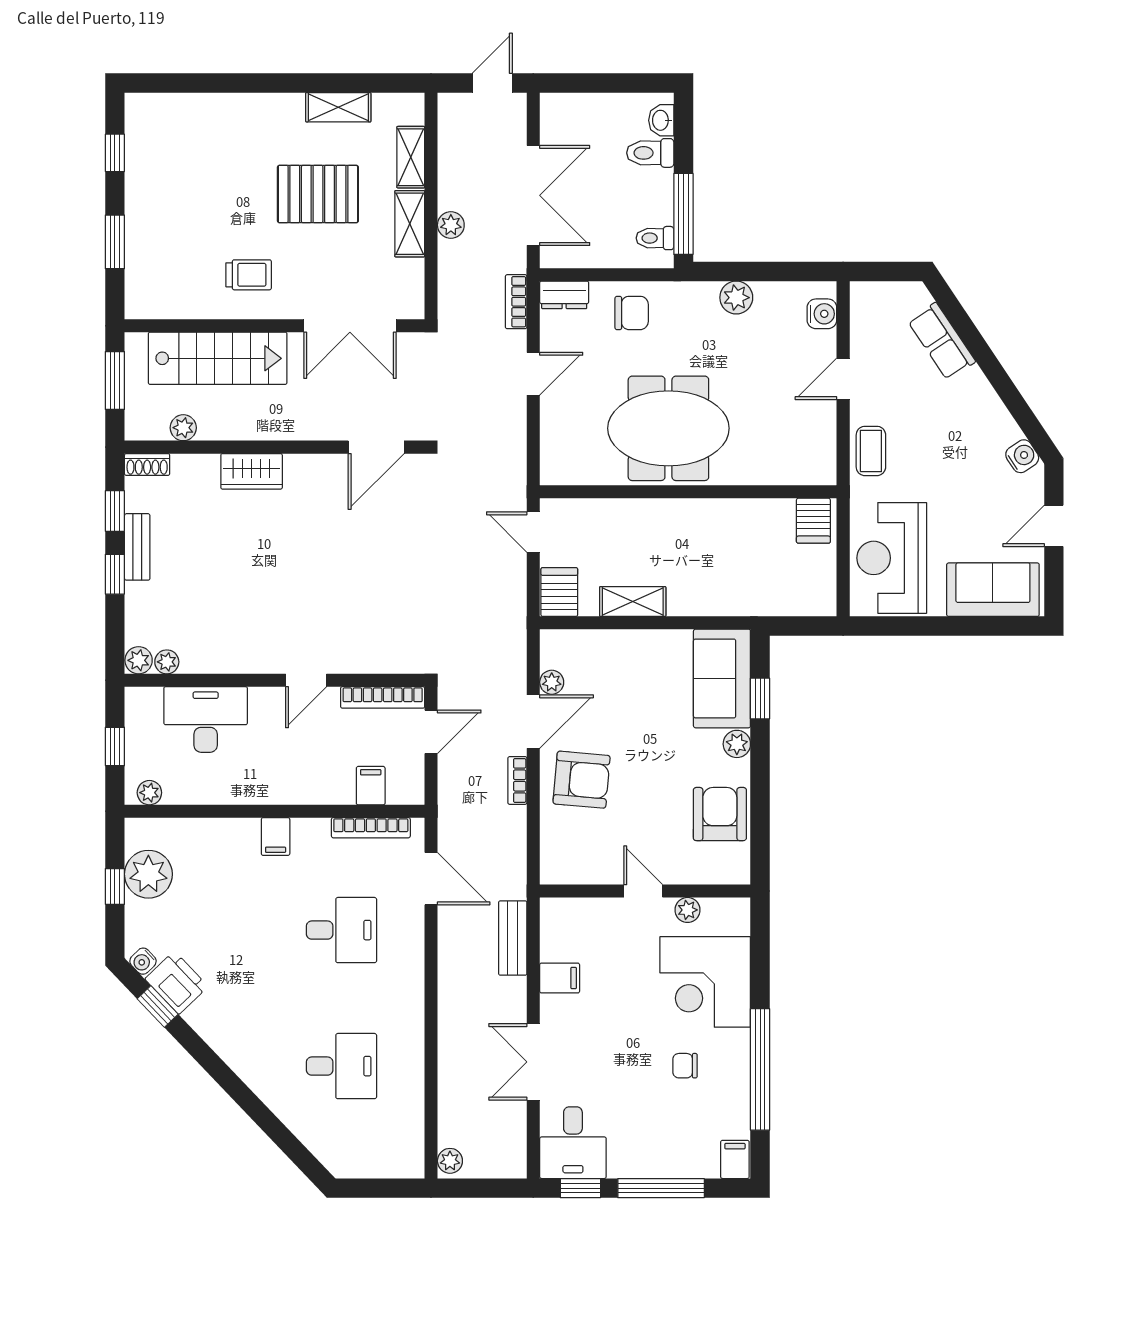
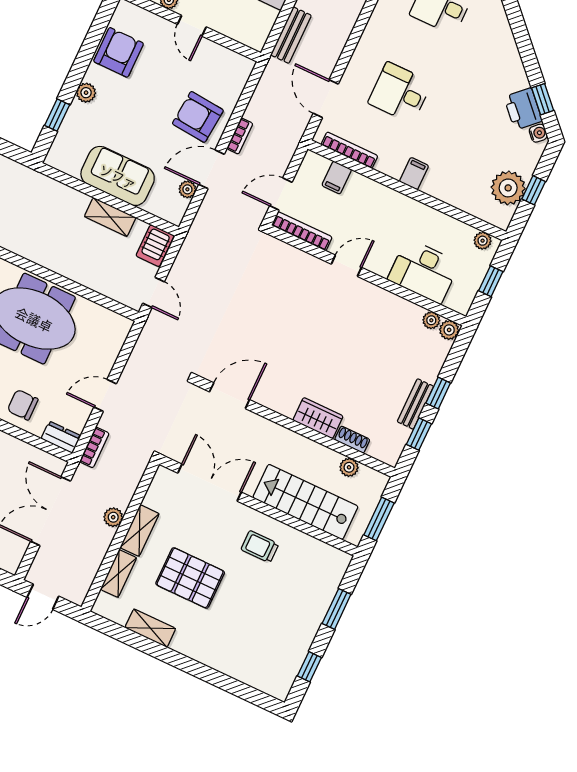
shoe rack: (147, 464) -> (352, 440), moved
sofa: (722, 678) -> (118, 176), moved, turned -90
armchair: (720, 814) -> (119, 52), turned 180

